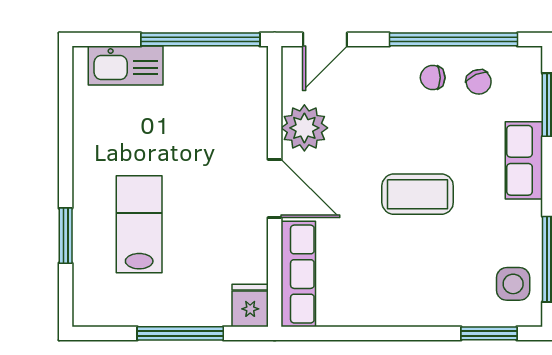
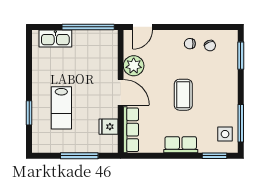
window: (453, 39) -> (199, 27), removed
row of seats: (524, 160) -> (181, 145), moved, turned 90
coffee table: (418, 194) -> (183, 95), turned 90
lab bench: (139, 224) -> (61, 108), turned 180
fridge: (250, 305) -> (108, 127), moved, turned -90

